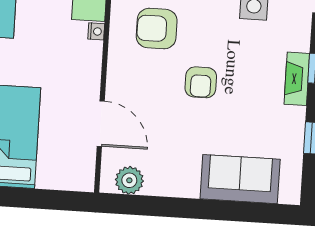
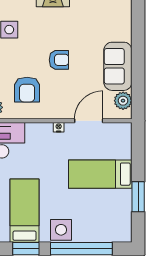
nightstand: (96, 31) -> (59, 127), moved
sofa: (240, 179) -> (118, 66), moved

